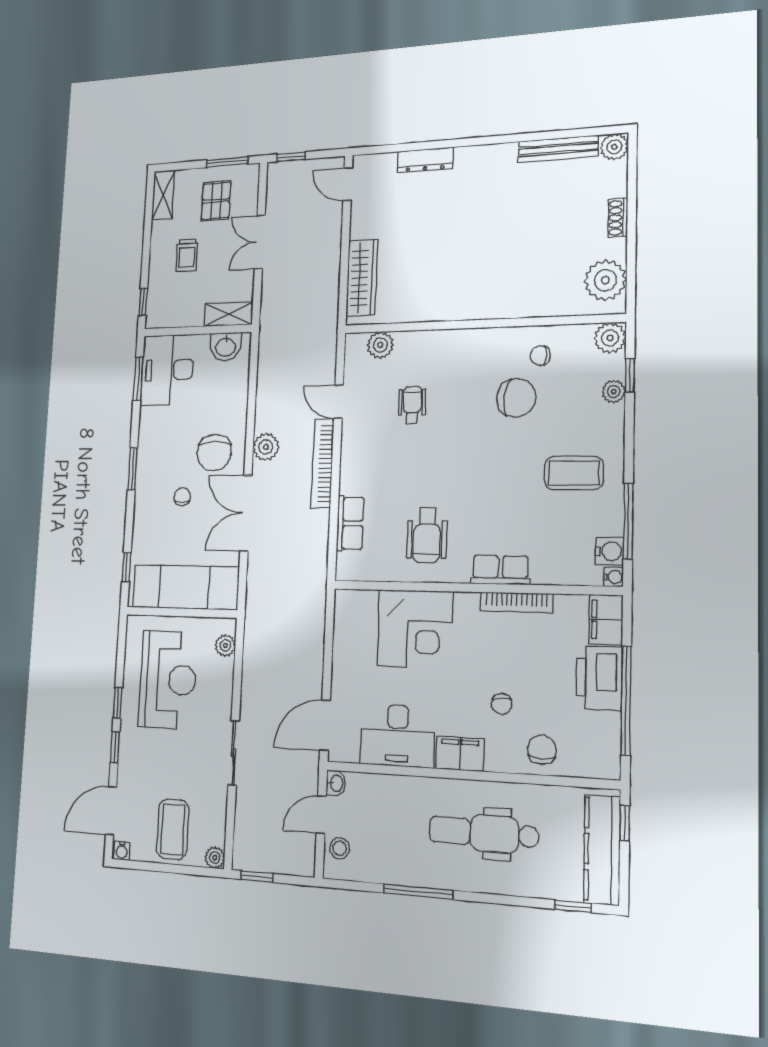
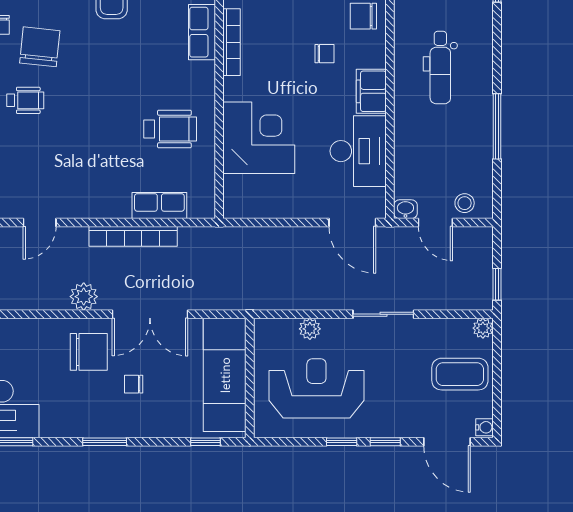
wheelchair: (412, 405) -> (25, 100), moved, turned 180
bookcase: (323, 463) -> (133, 236), moved
row of seats: (500, 570) -> (202, 32), moved
plant: (225, 645) -> (310, 329), moved
dental chair: (483, 833) -> (440, 67), width x0.73, depth x0.72

